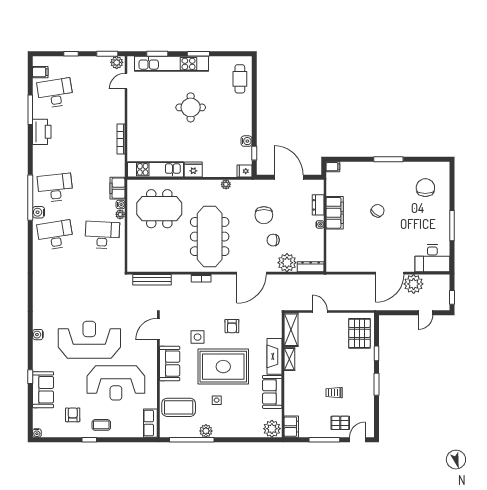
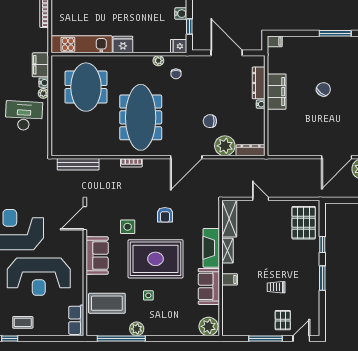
dresser: (318, 205) -> (259, 83), width x1.44
meeting table: (159, 209) -> (86, 87), turned 90
chair: (264, 215) -> (176, 74), moved, width x0.54, depth x0.54
pallet: (340, 423) -> (283, 320), turned 90
filing cabinet: (291, 427) -> (230, 279), moved, width x0.50

